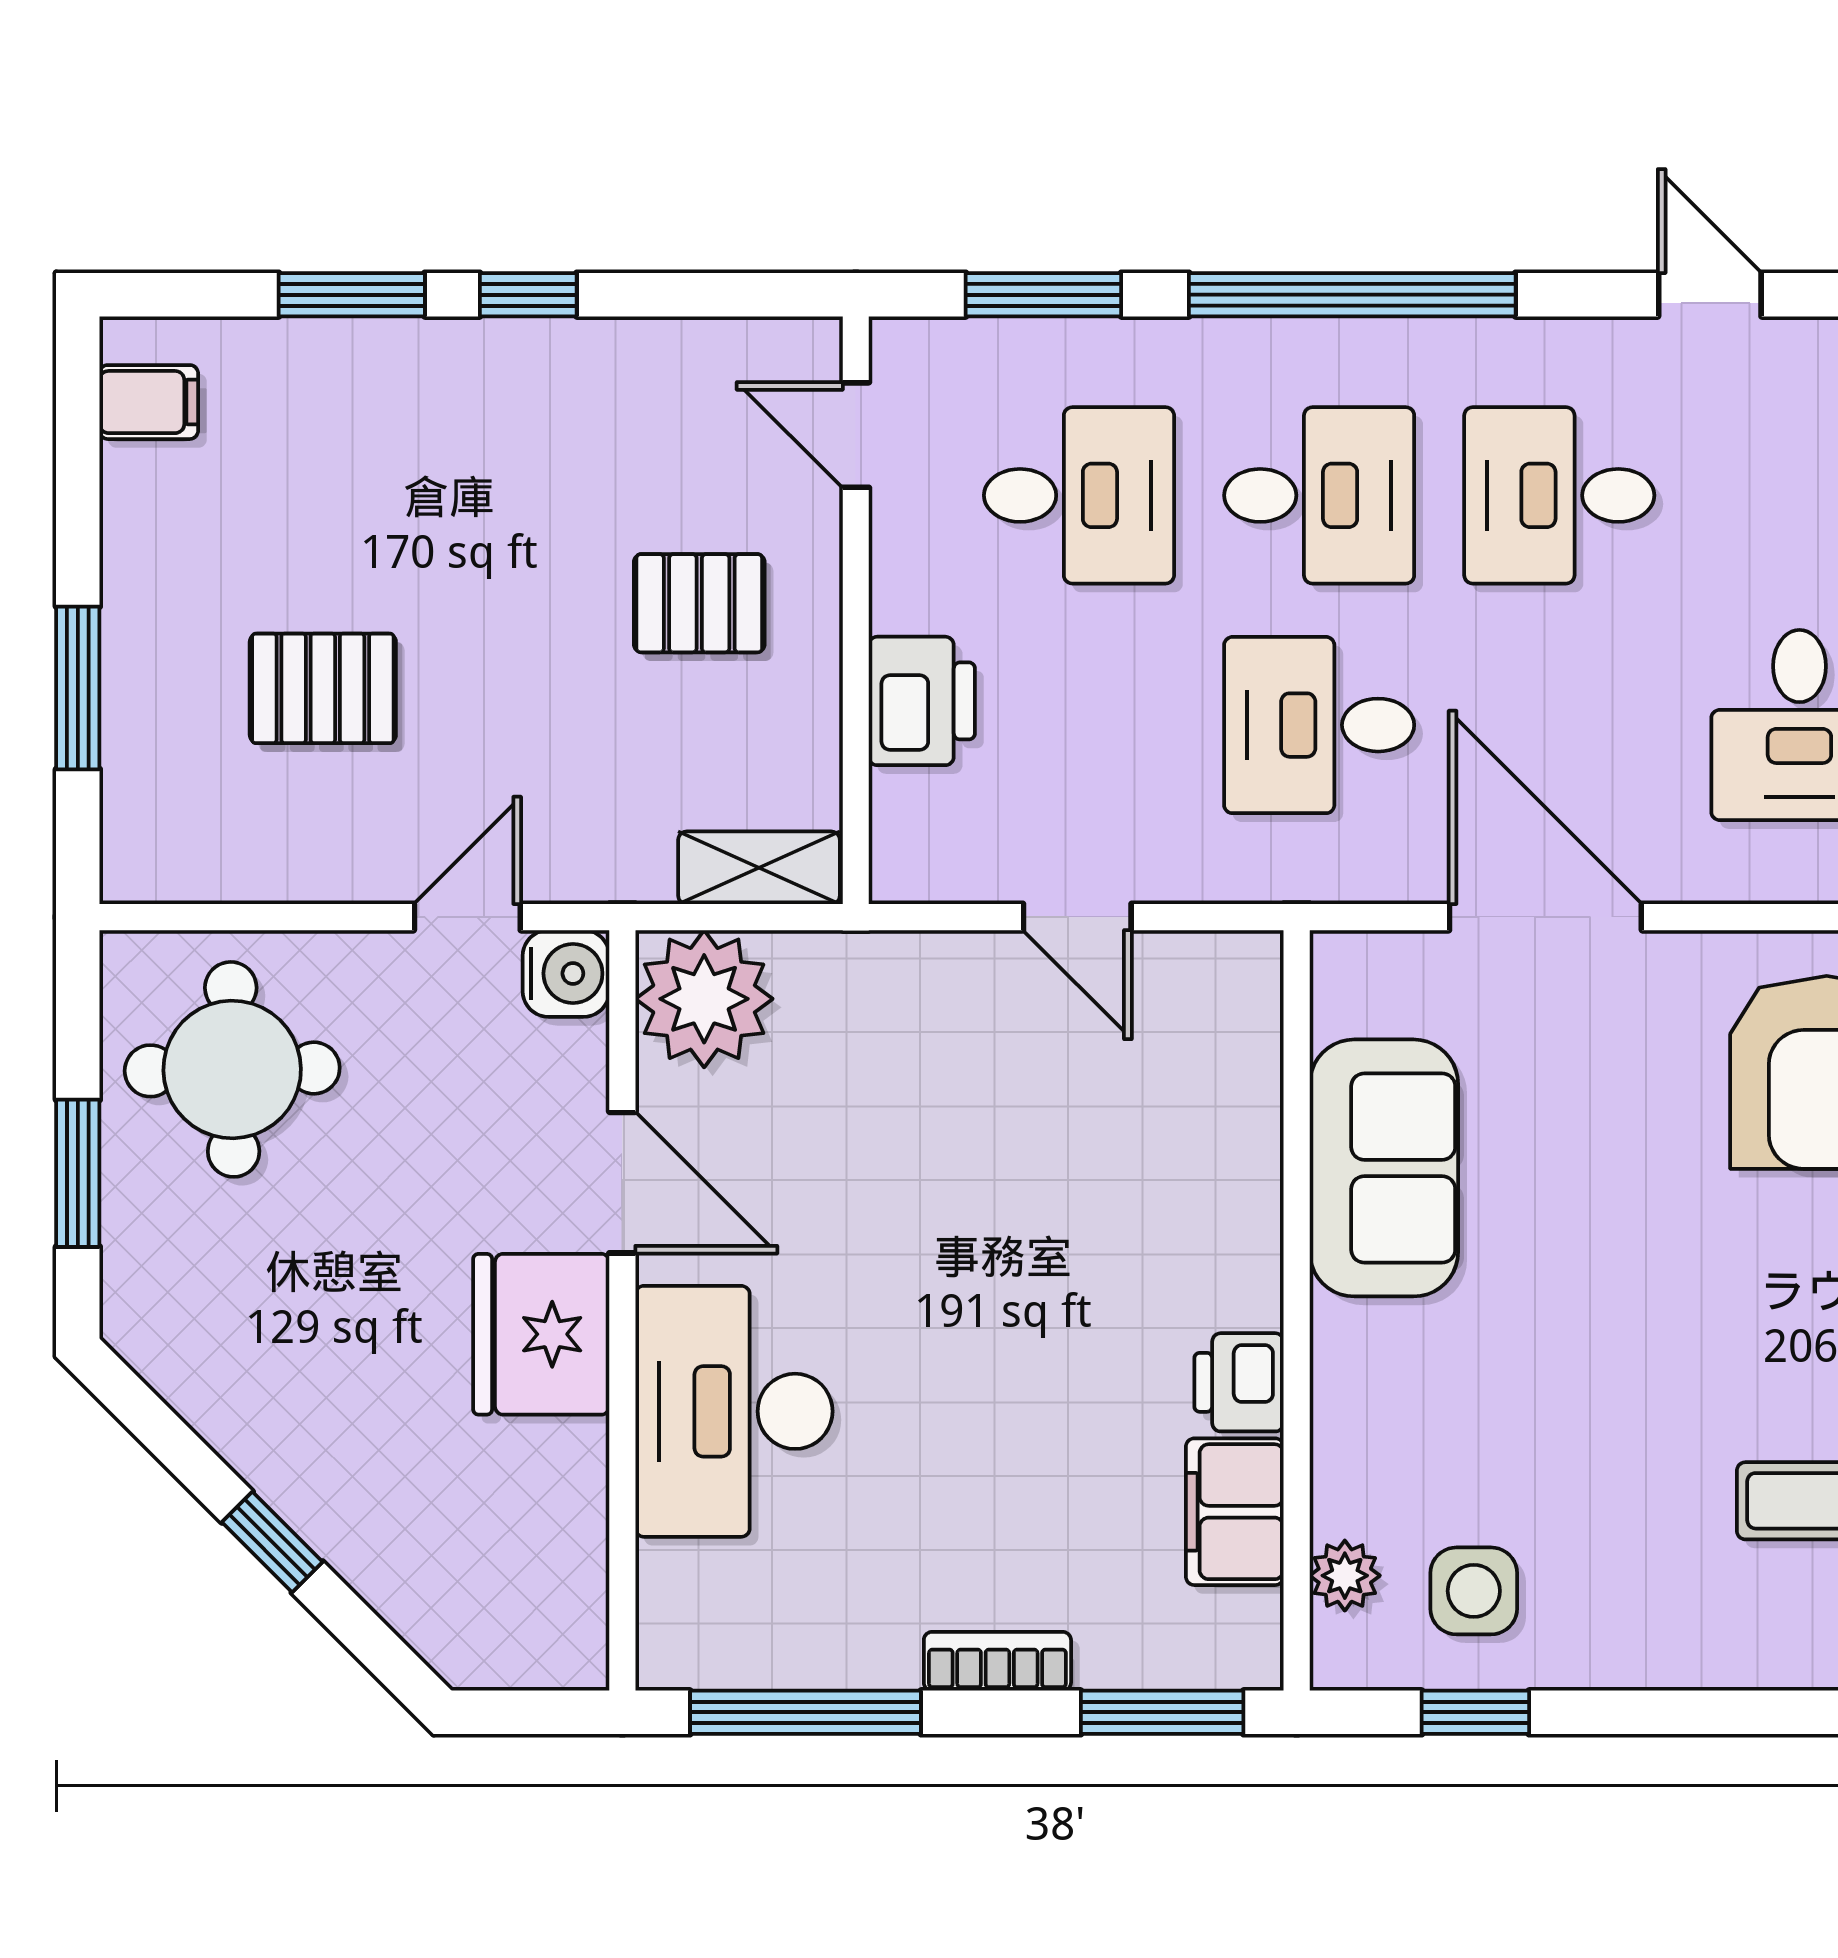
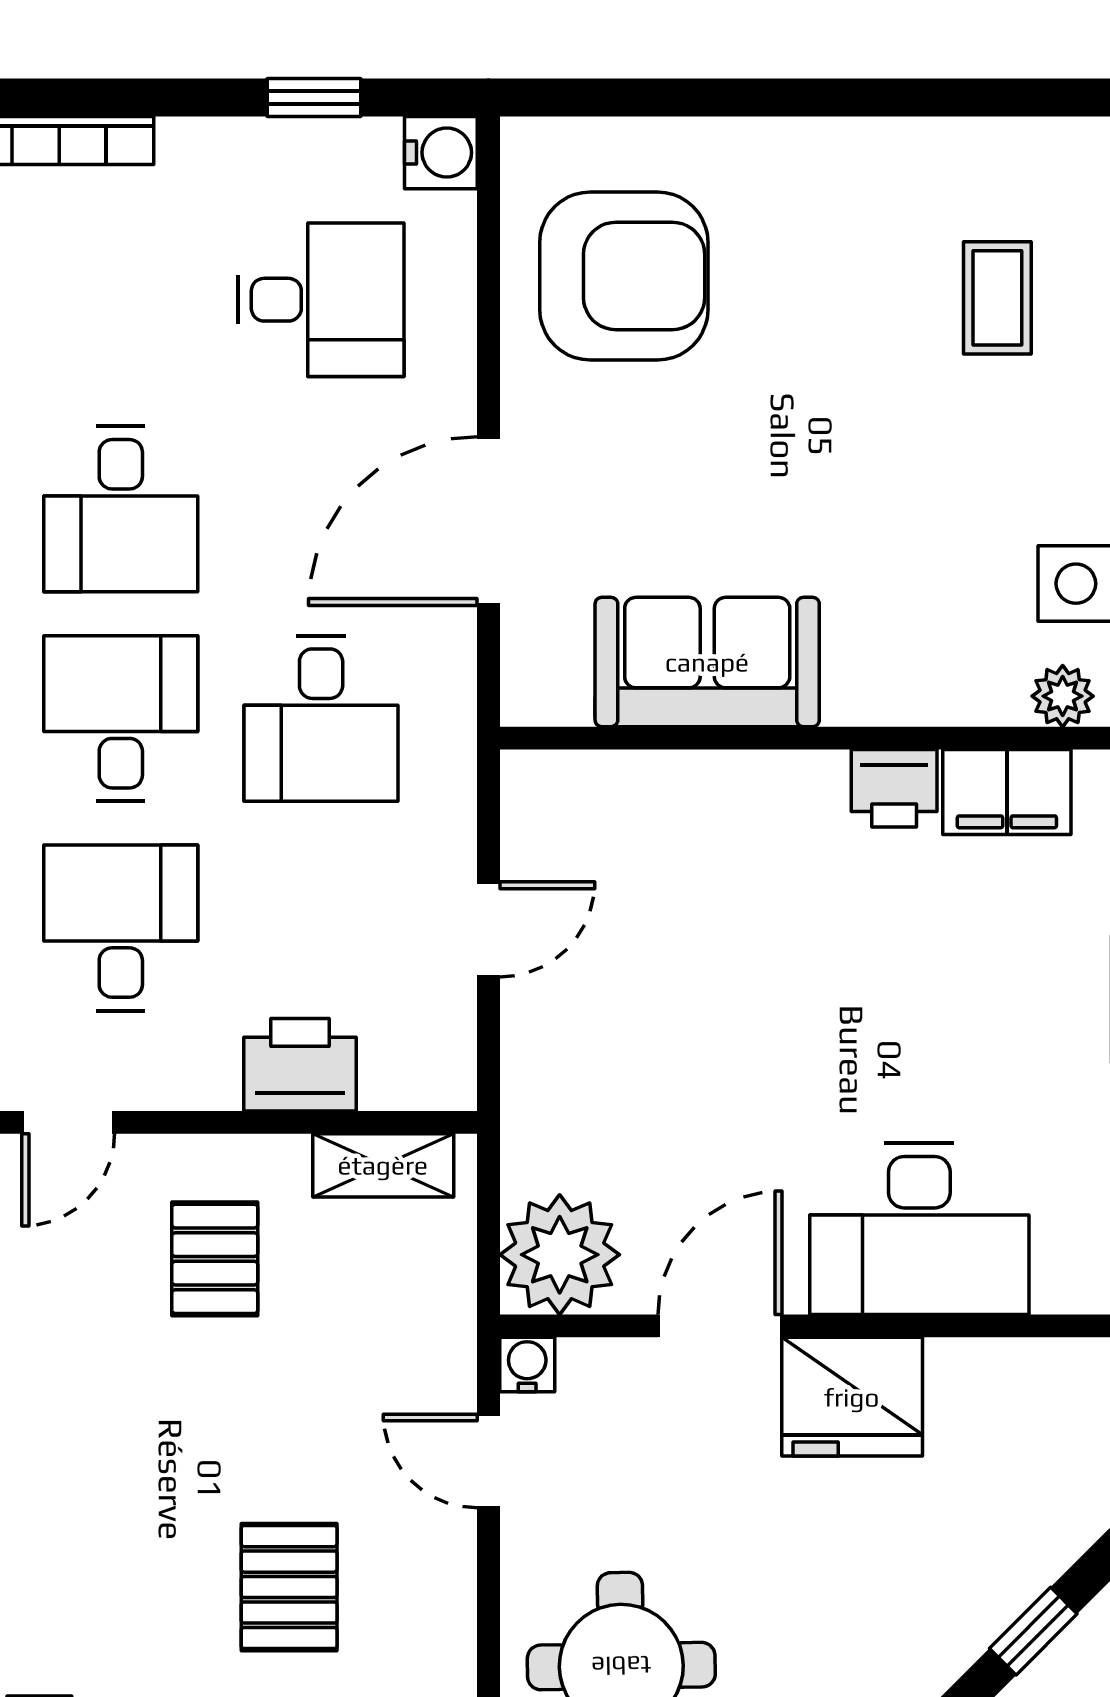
shelving: (759, 868) -> (383, 1165), moved, turned 90
water cooler: (566, 973) -> (527, 1365), width x0.72, depth x0.72

